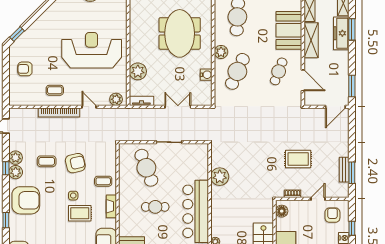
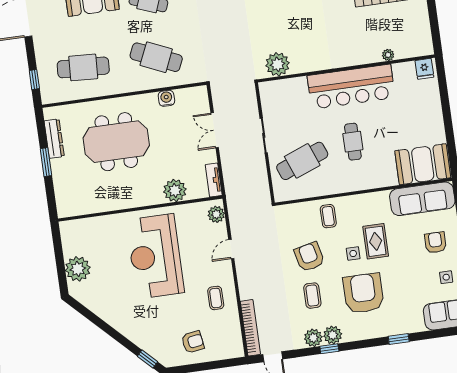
plant: (221, 52) -> (133, 83), removed
armchair: (25, 69) -> (193, 342), turned -99
bookcase: (59, 113) -> (250, 328), moved
plant: (220, 177) -> (278, 64), moved
armchair: (26, 200) -> (363, 293), moved
fireplace: (111, 206) -> (360, 200), removed

